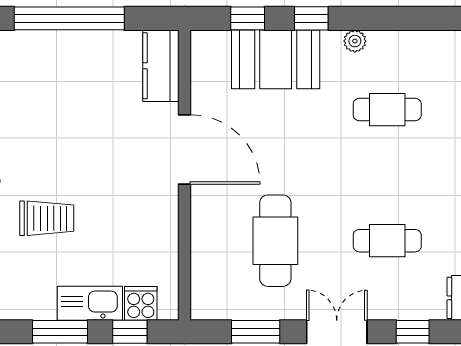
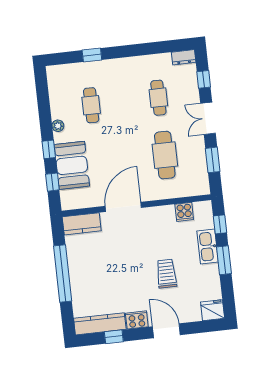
cafe table: (275, 241) -> (165, 155), turned 90
cooker: (141, 303) -> (184, 212), moved, turned -90

